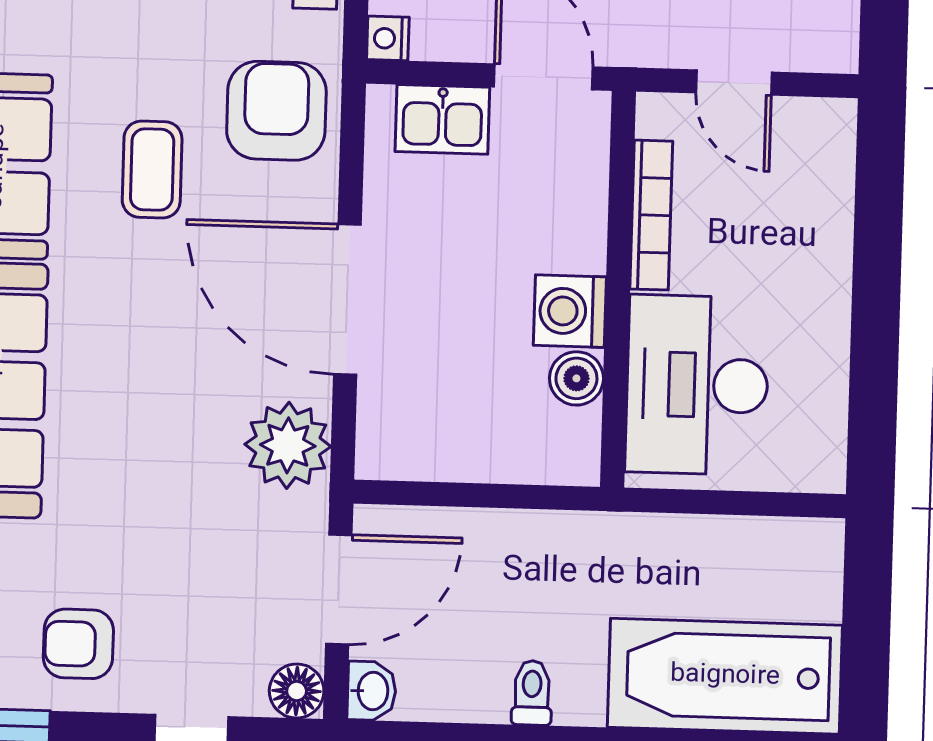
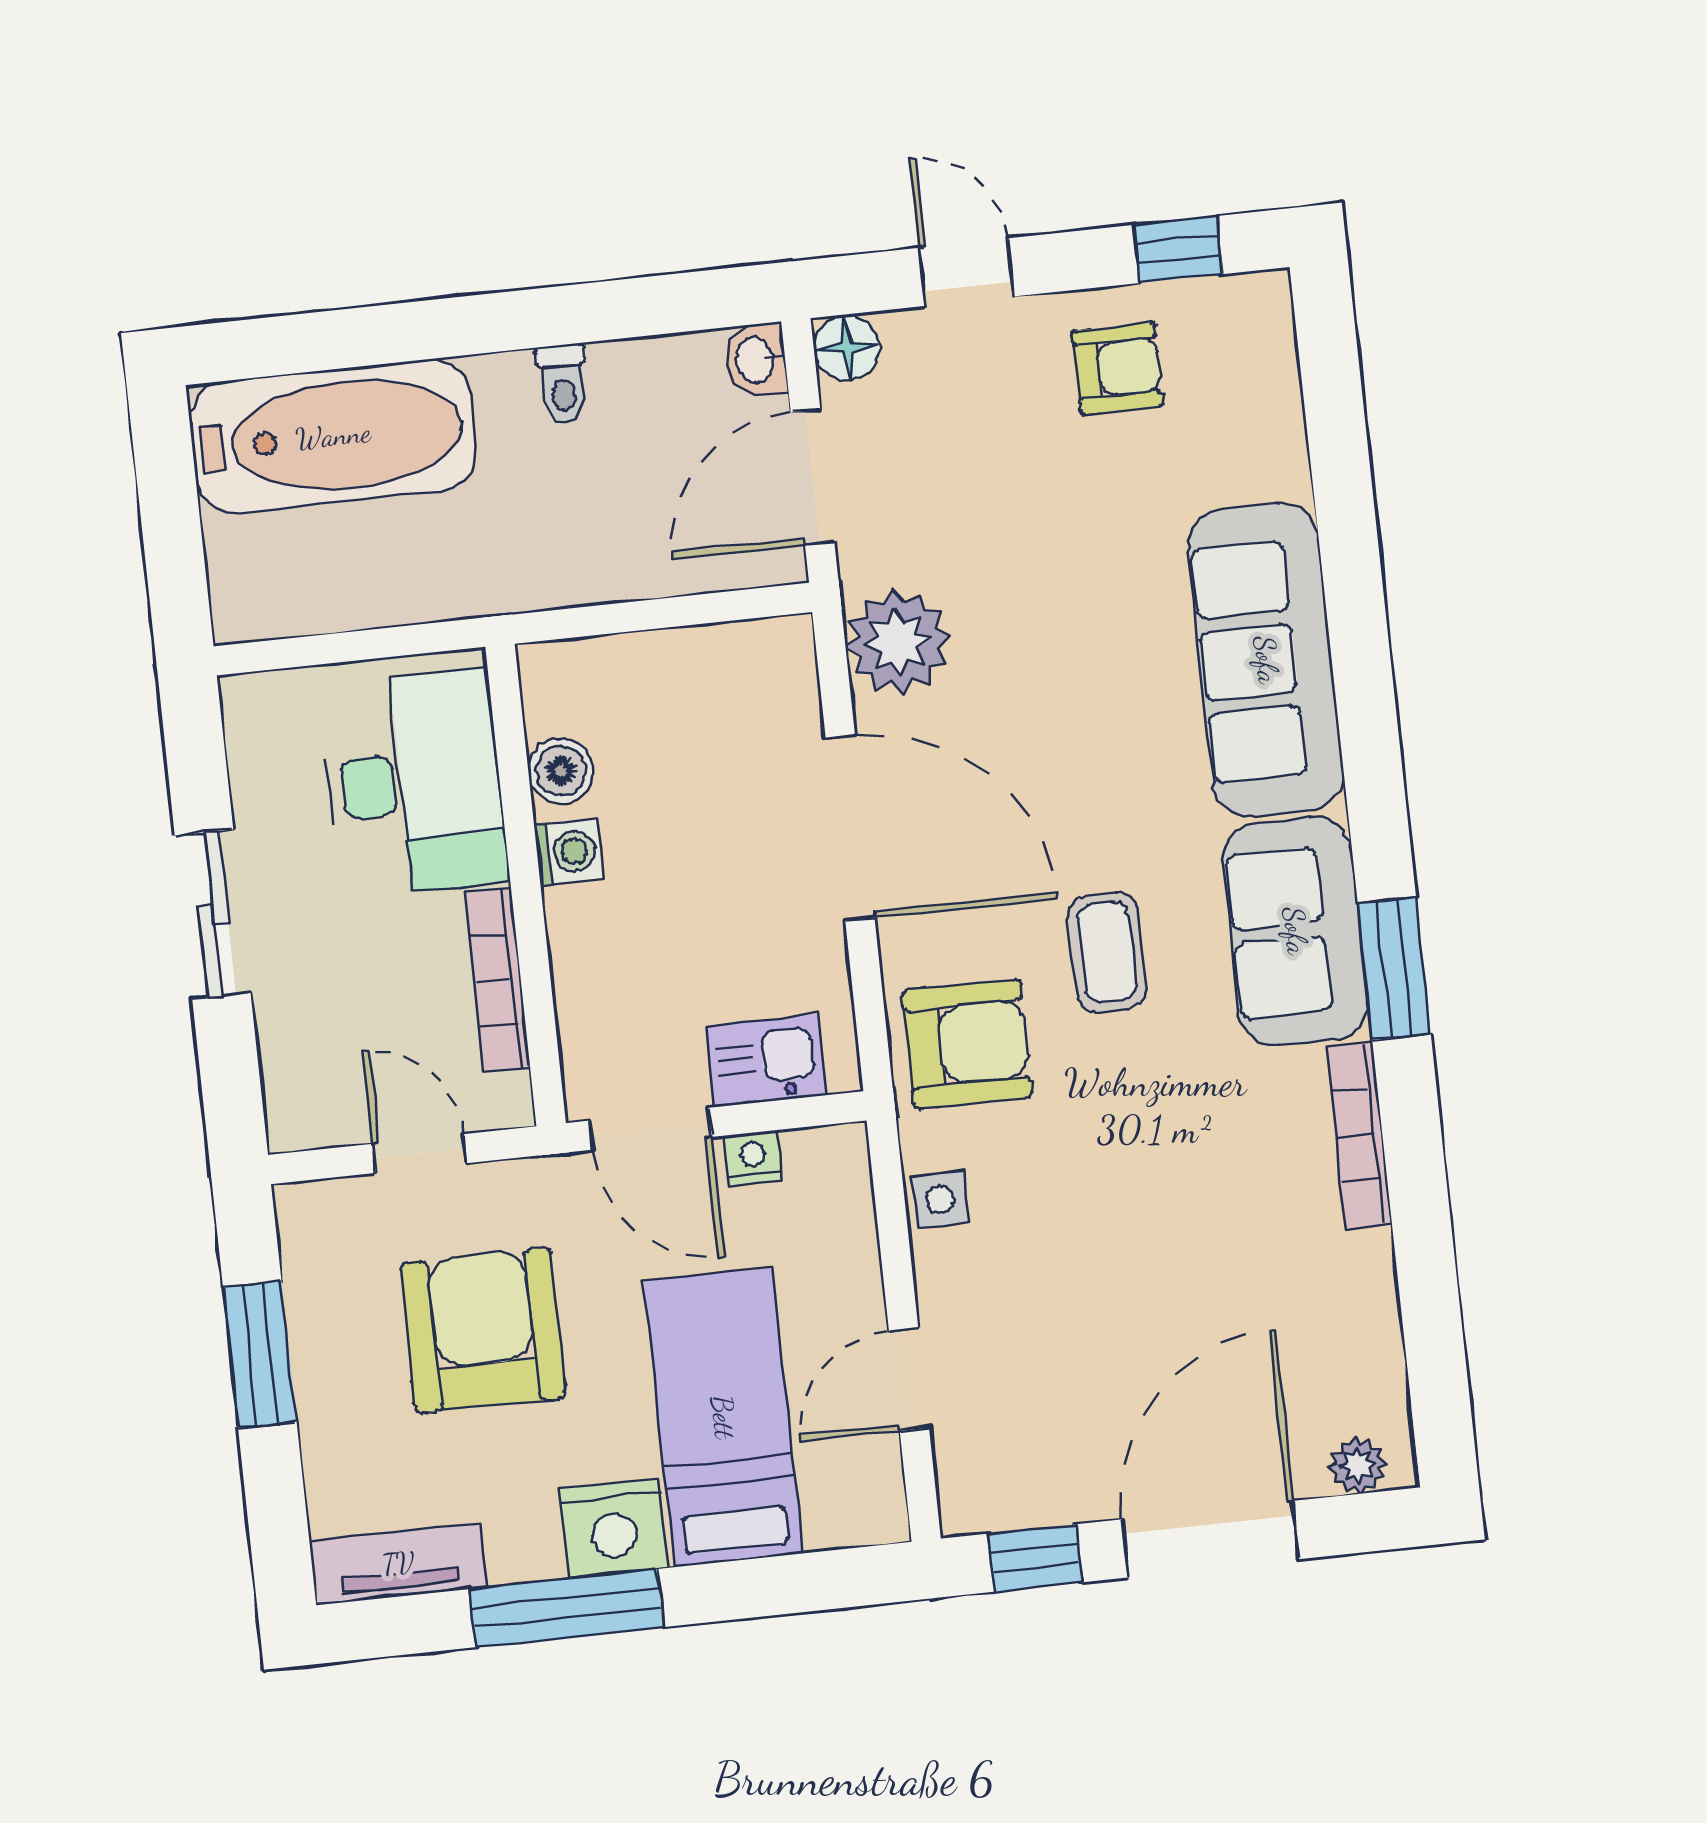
nightstand: (388, 38) -> (753, 1158), moved, turned -90
armchair: (276, 111) -> (967, 1044), turned -90
sliding door: (876, 300) -> (213, 914), added
washing machine: (570, 311) -> (568, 852), width x0.73, depth x0.73

